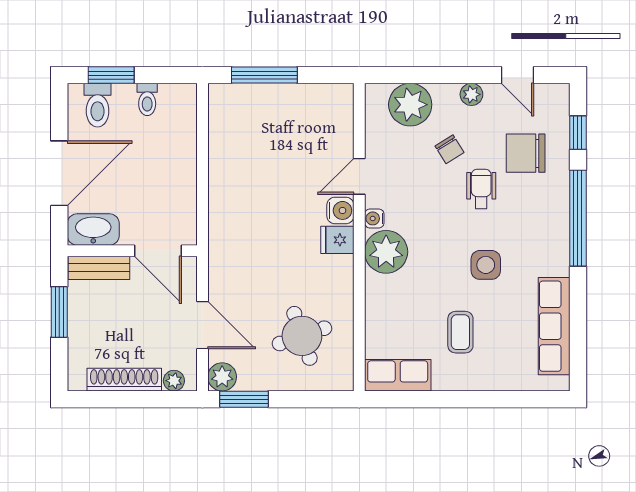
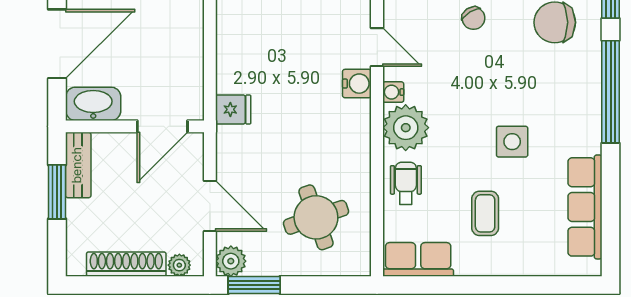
door: (359, 176) -> (377, 47), swing flipped
wheelchair: (481, 189) -> (406, 183), moved
fridge: (337, 240) -> (233, 109), moved, turned 180
door: (158, 251) -> (162, 126), hinge flipped
bench: (99, 268) -> (78, 165), moved, turned 90

